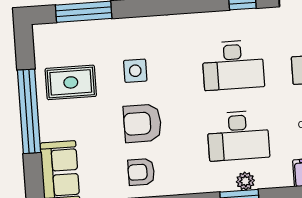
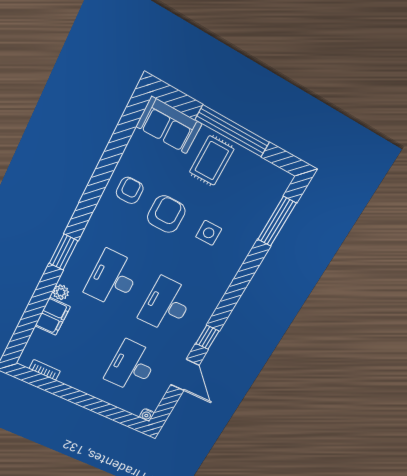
rug: (71, 82) -> (212, 161), moved
plant: (245, 181) -> (61, 292), moved

